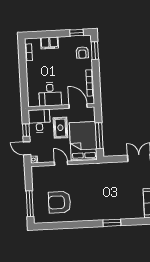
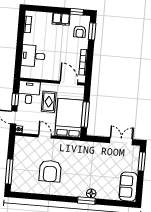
filing cabinet: (49, 43) -> (61, 19), moved
desk: (50, 94) -> (33, 56), moved, turned 90
armchair: (60, 202) -> (50, 171), moved, turned -90
floor lamp: (116, 215) -> (91, 193), added

